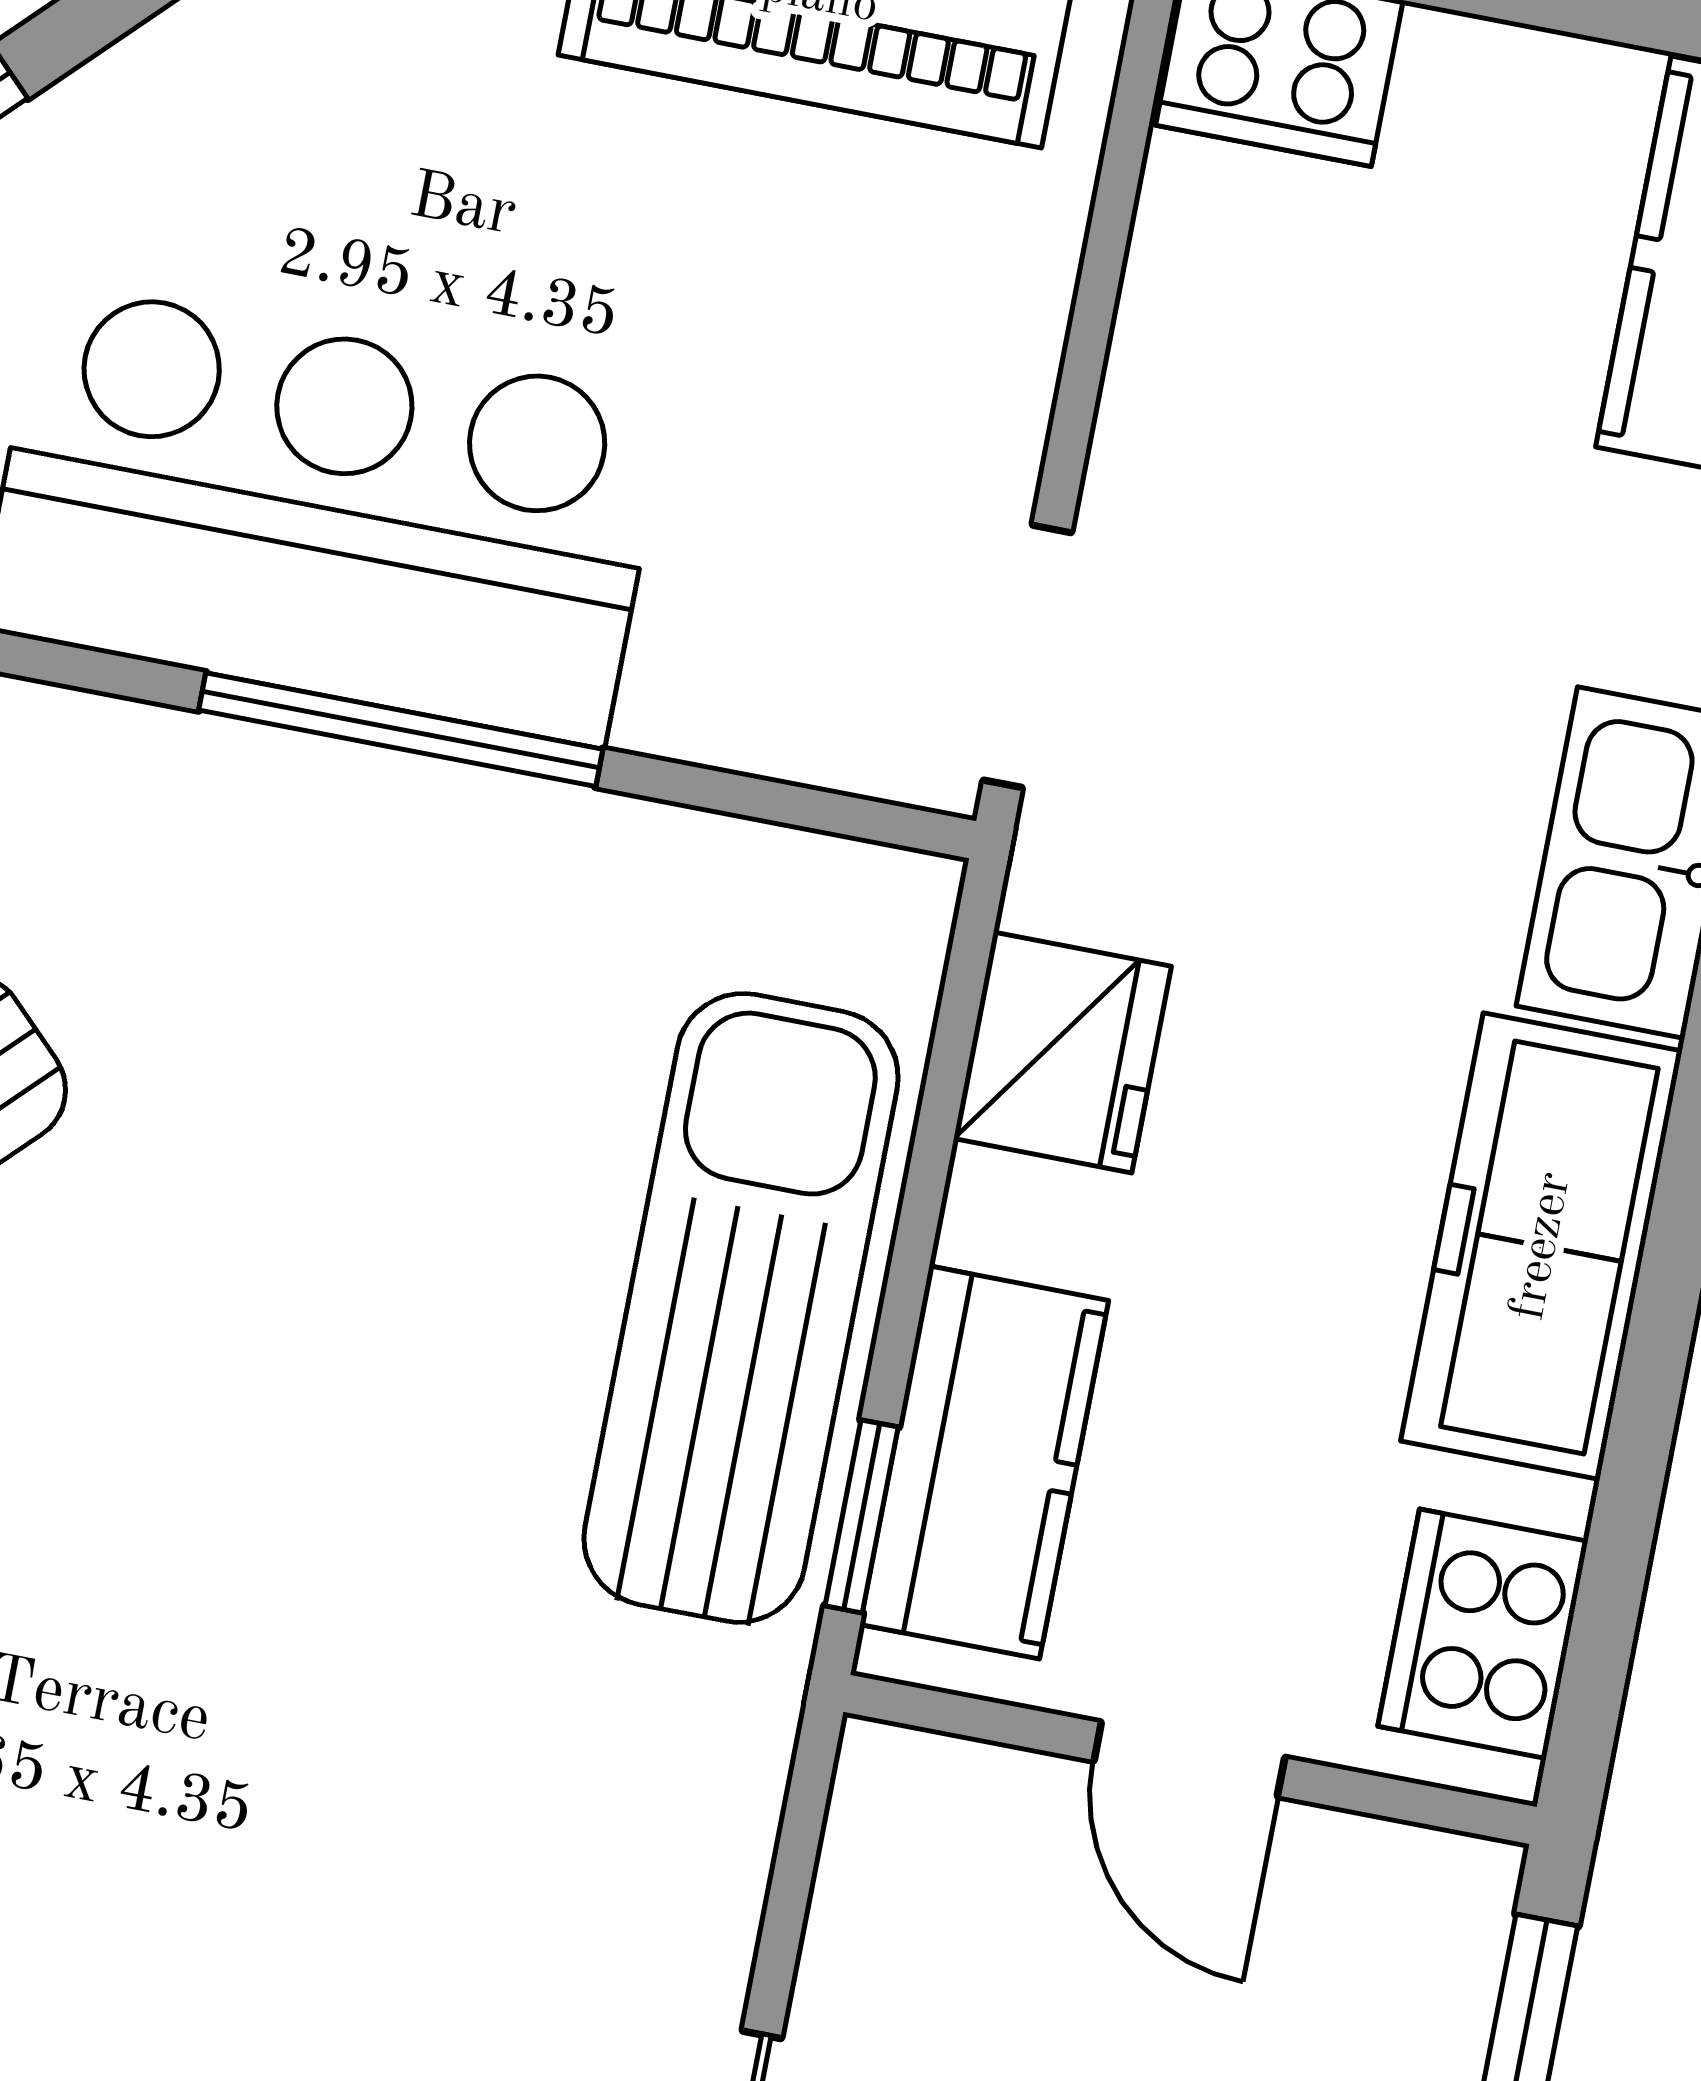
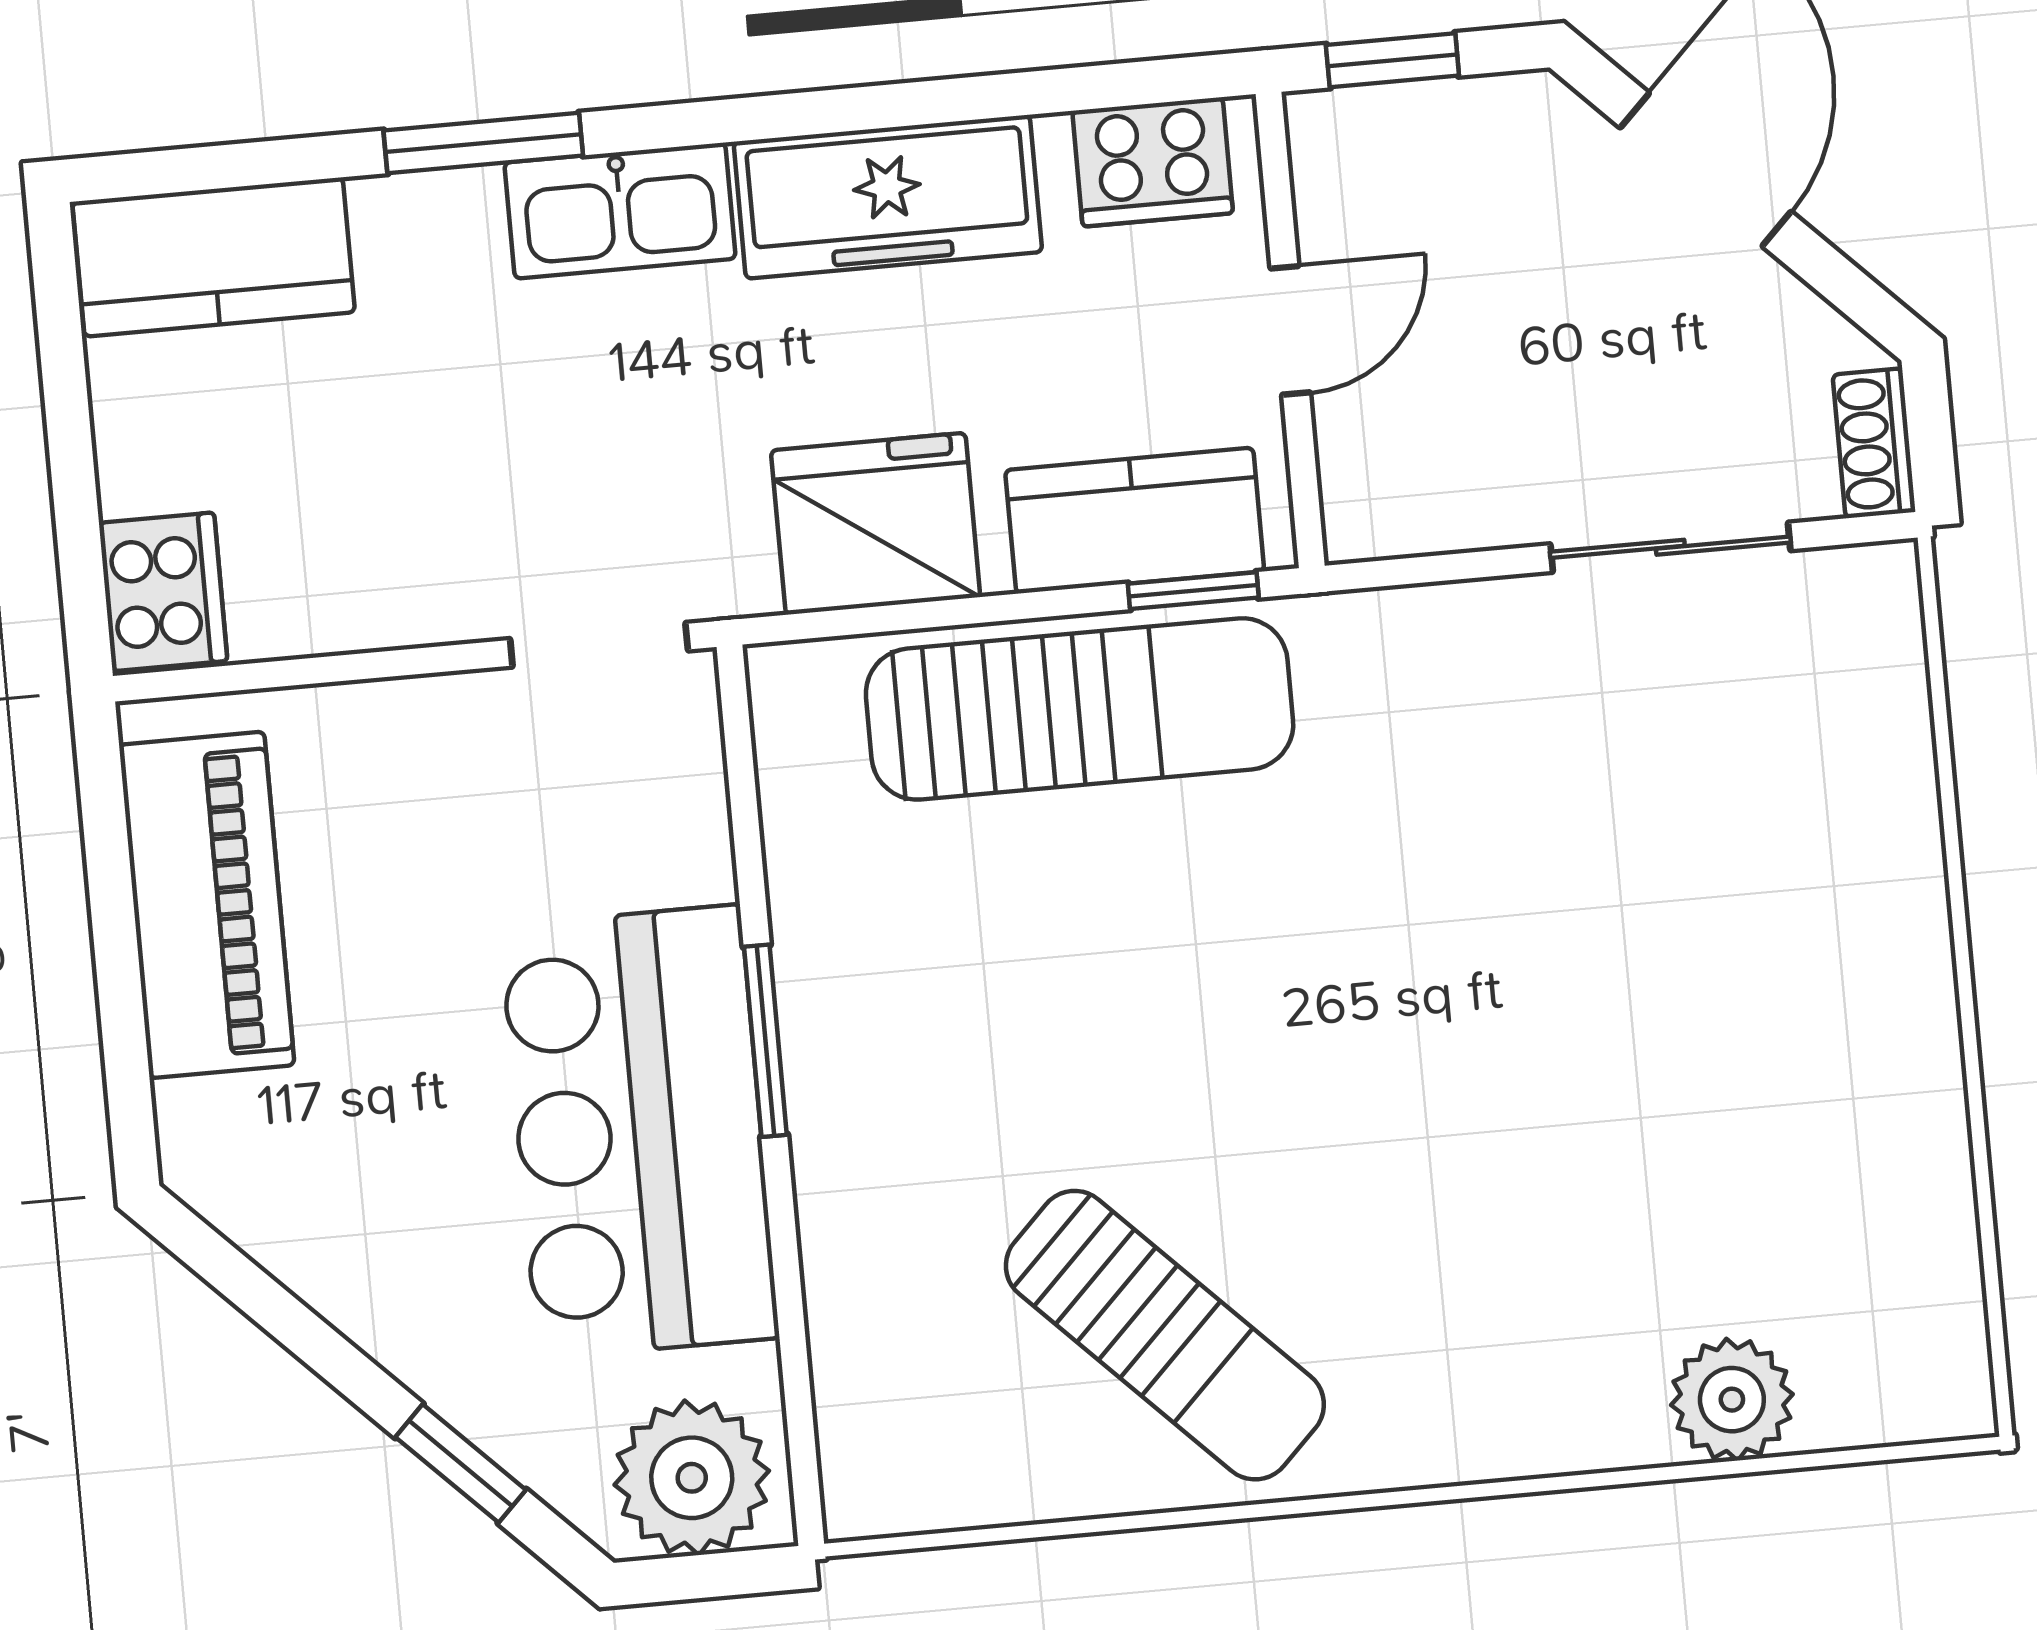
window: (401, 730) -> (765, 1041), width x0.69
fridge: (1062, 1052) -> (876, 524), width x1.36, depth x1.34
sun lounger: (741, 1308) -> (1080, 709), turned 180

